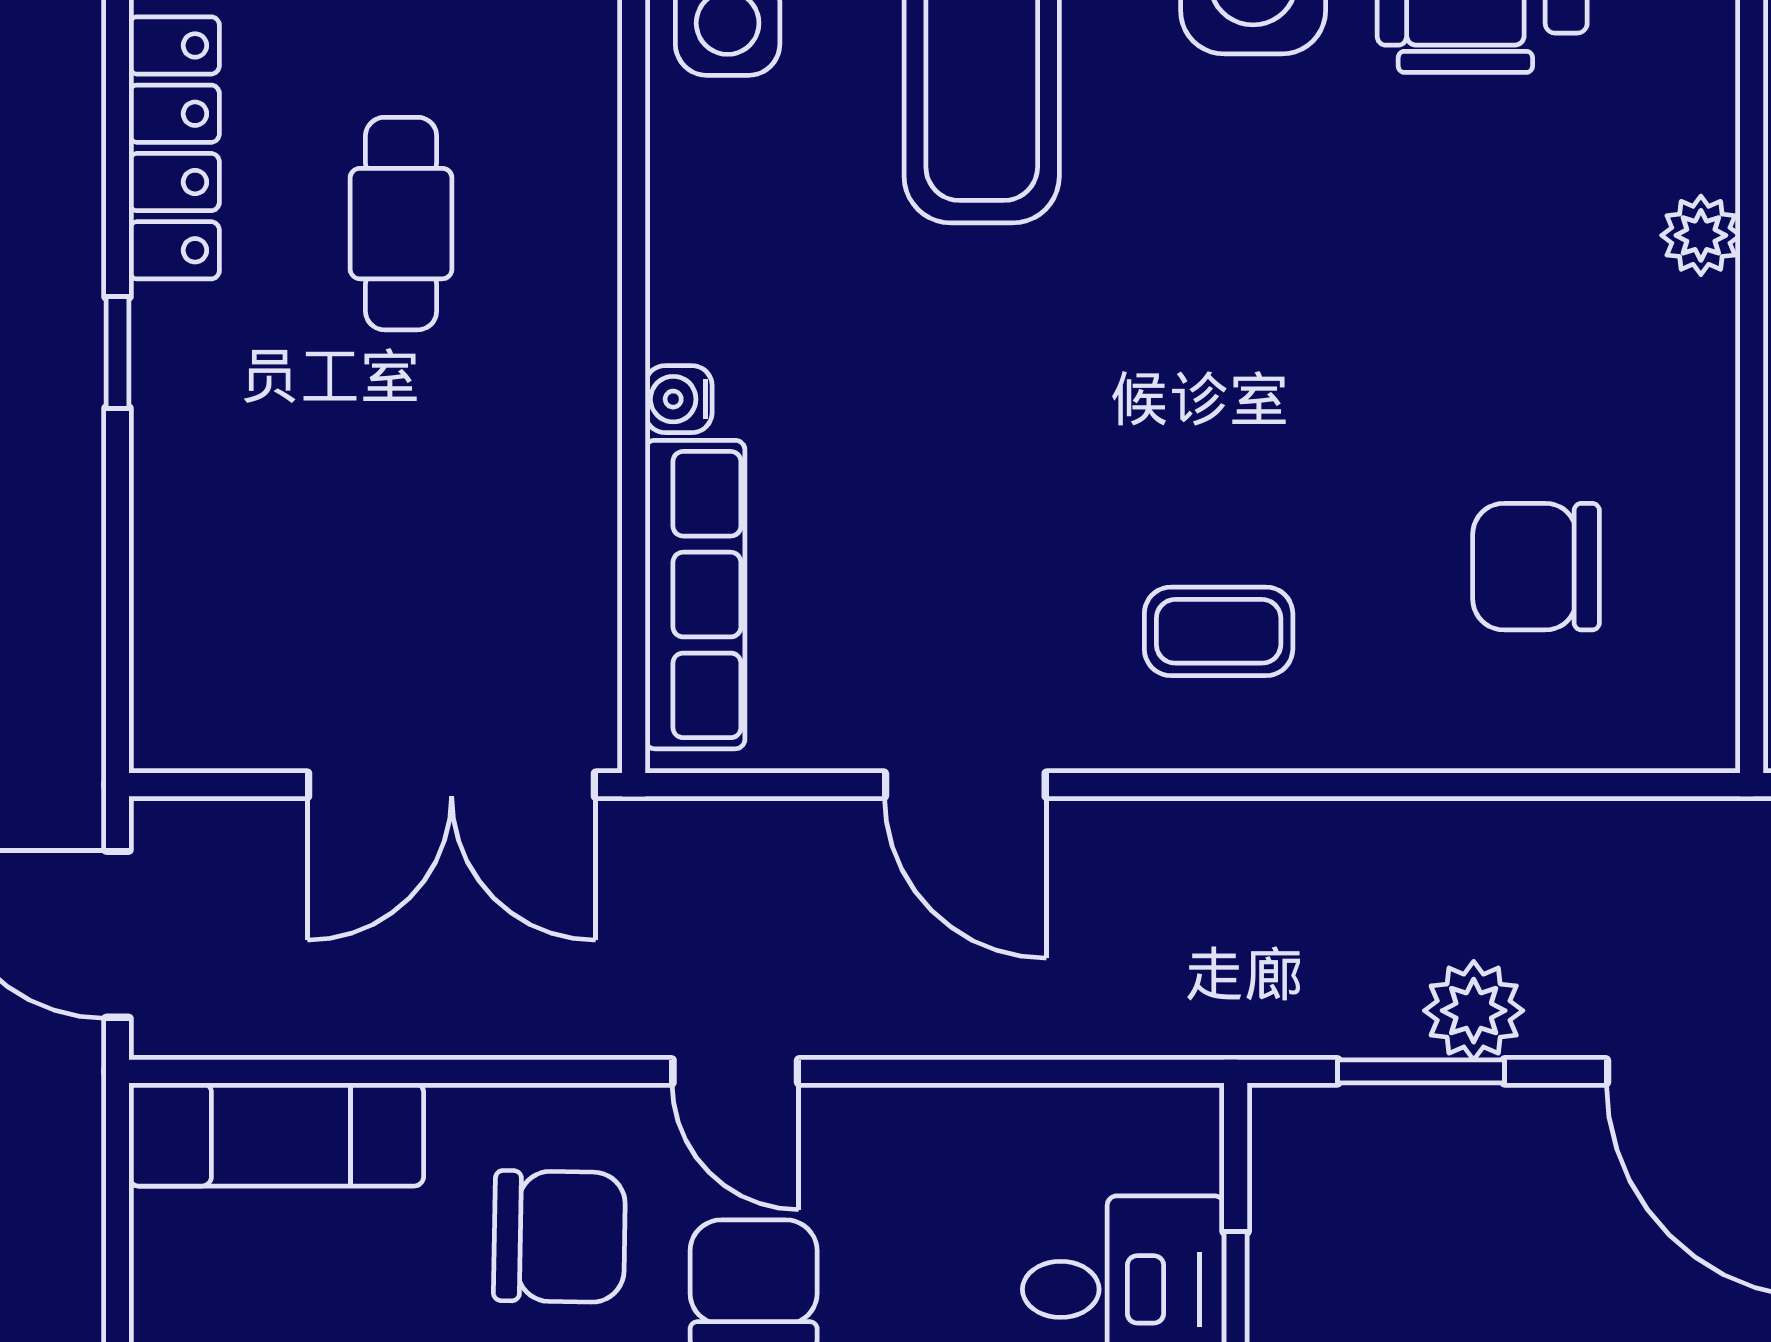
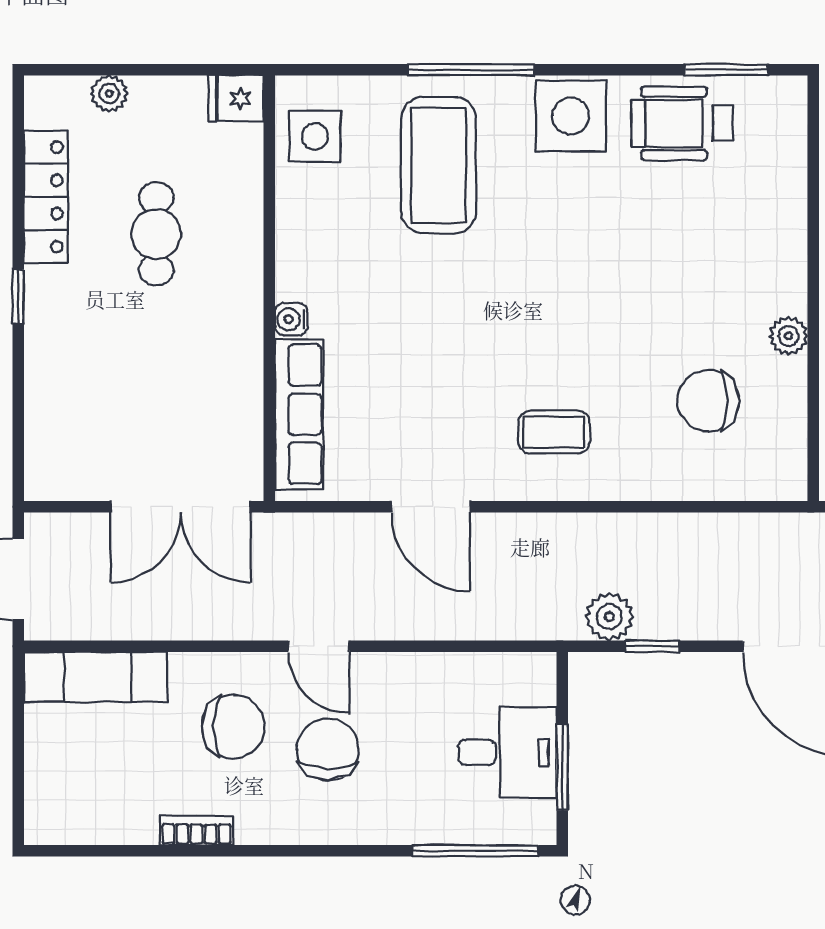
plant: (1701, 235) -> (789, 336), moved
plant: (1474, 1011) -> (609, 617), moved
window: (1421, 1071) -> (652, 646), width x0.67

